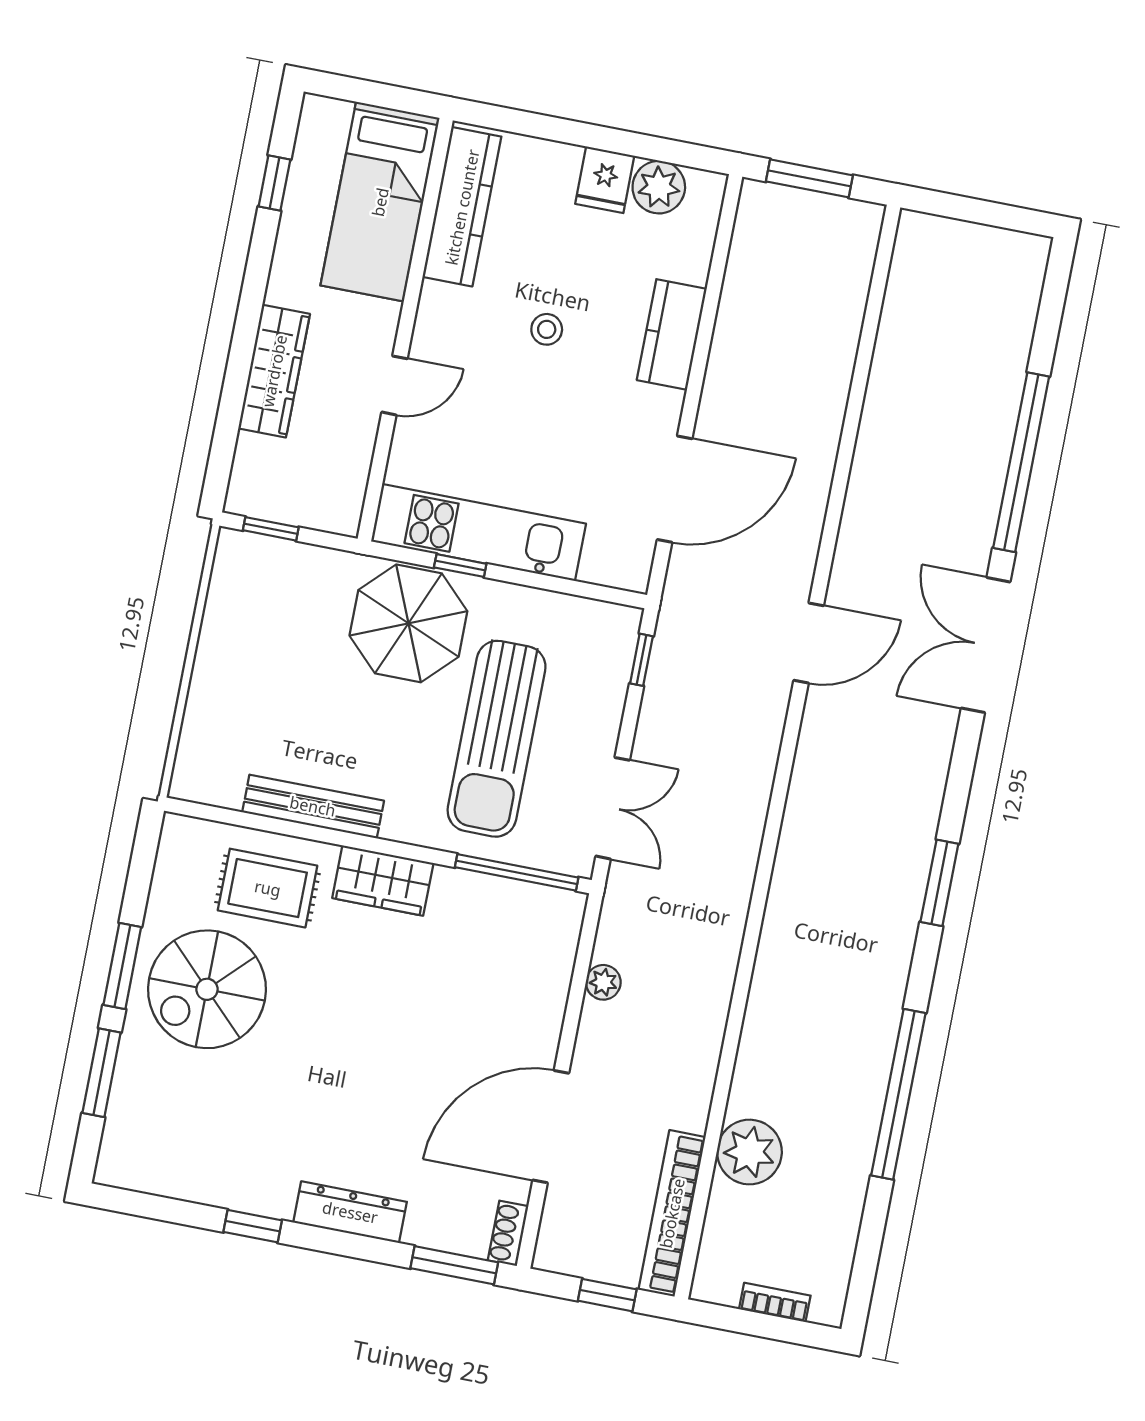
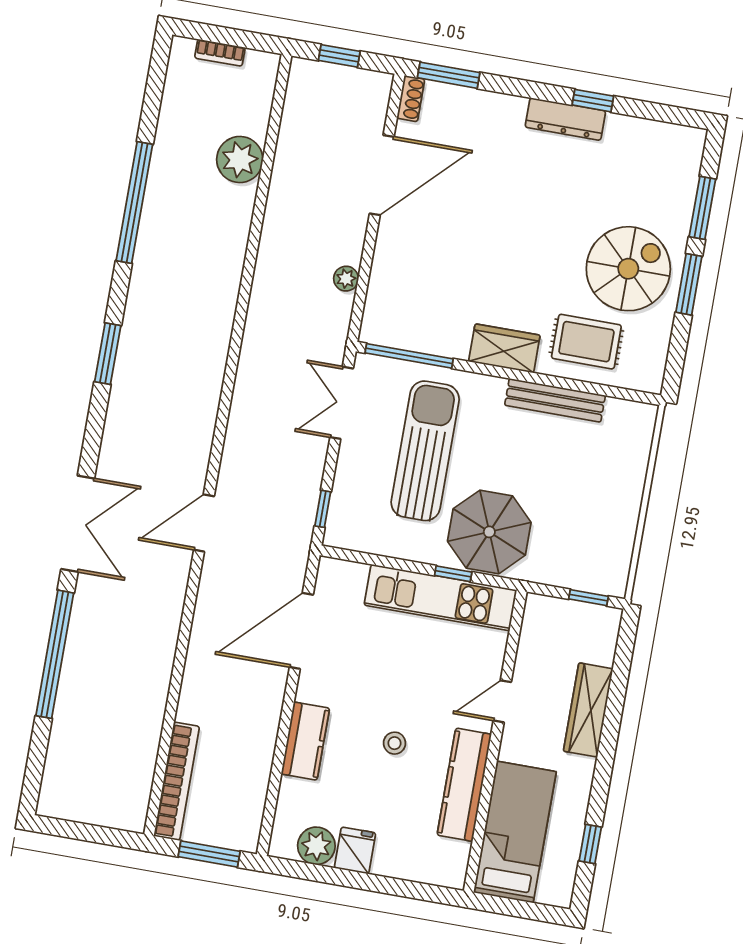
kitchen counter: (462, 207) -> (464, 785), moved
dresser: (350, 1212) -> (565, 119), moved
bookcase: (672, 1213) -> (177, 781), moved

